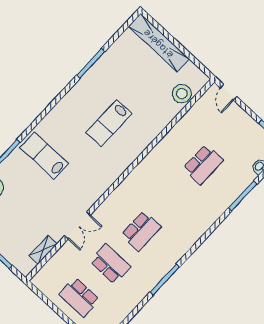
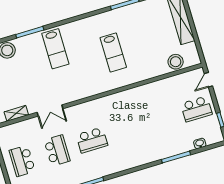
lab bench: (109, 123) -> (113, 52), turned -90
lab bench: (44, 156) -> (55, 49), turned 180
school desk: (203, 164) -> (196, 109), moved

